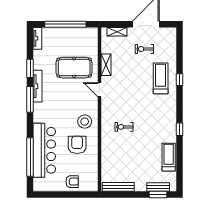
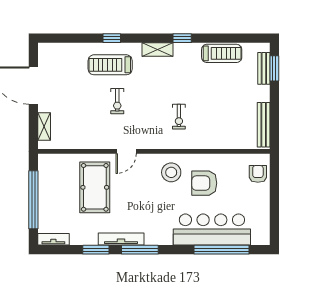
exercise bike: (144, 49) -> (117, 101), moved
shelving: (106, 65) -> (158, 50), moved
treadmill: (169, 157) -> (222, 53), turned 180
armchair: (72, 182) -> (258, 174), moved

